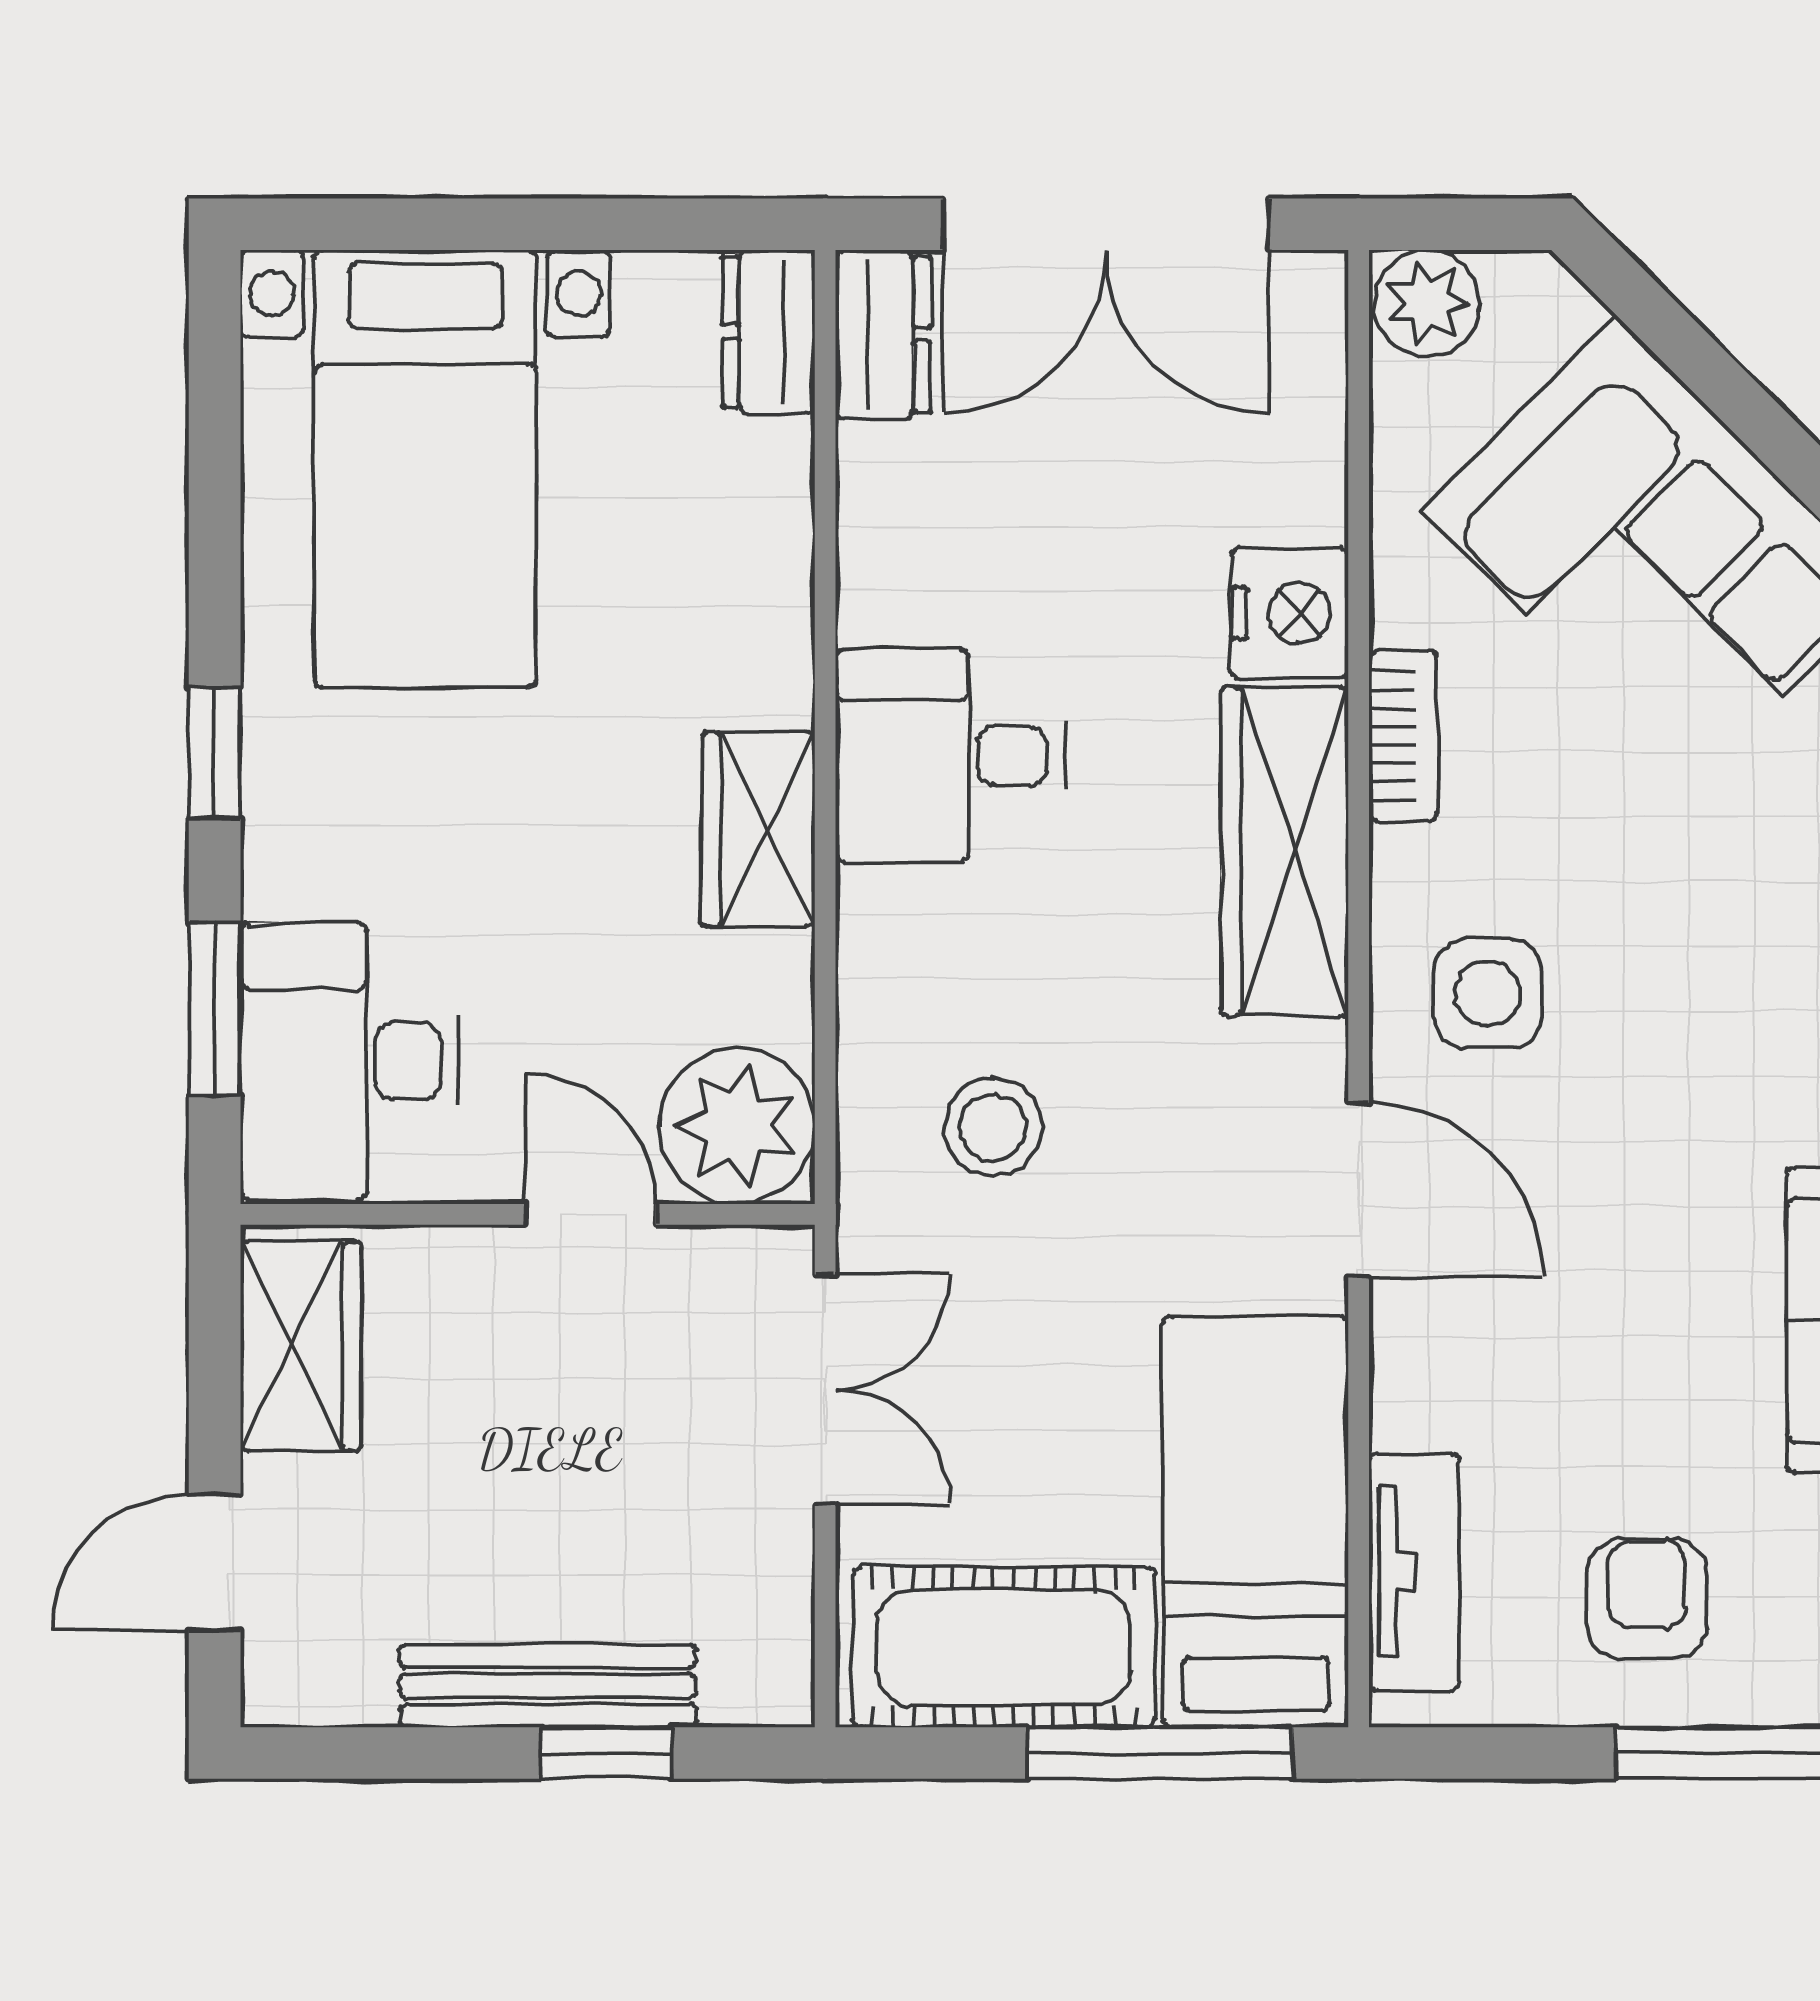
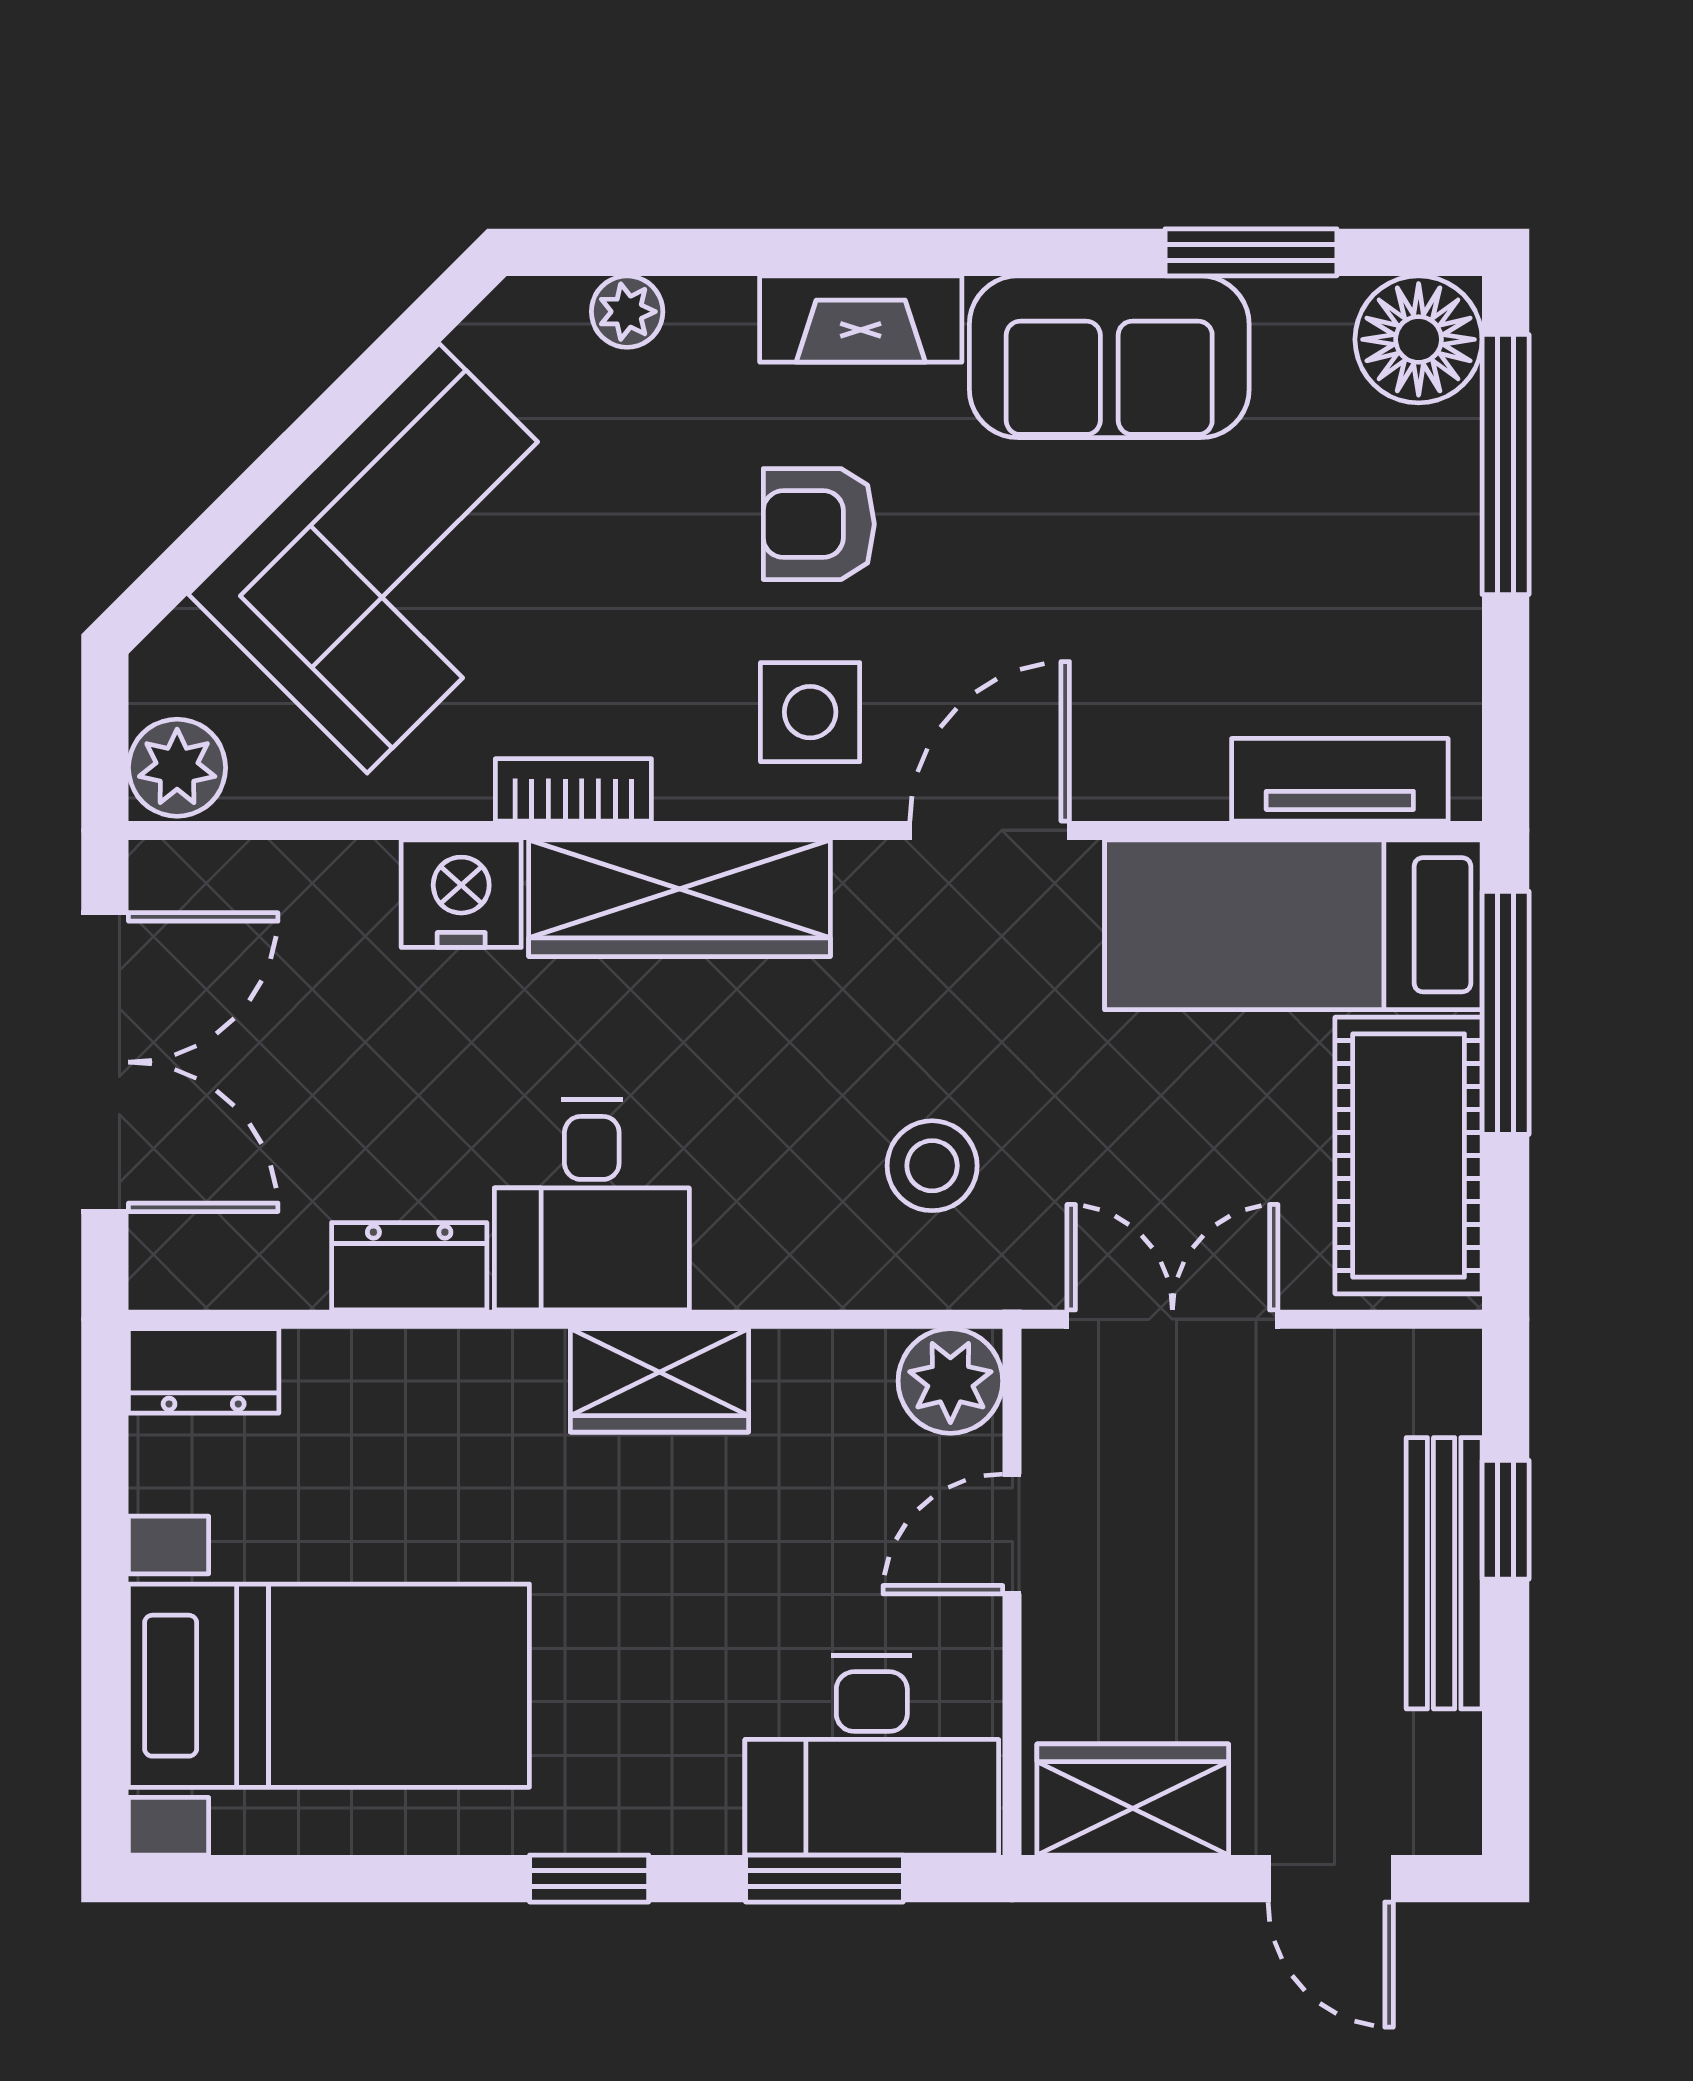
dresser: (883, 335) -> (409, 1266), moved
plant: (737, 1126) -> (950, 1381), width x0.73, depth x0.73
armchair: (1647, 1599) -> (819, 524), moved

